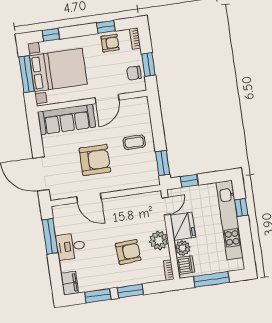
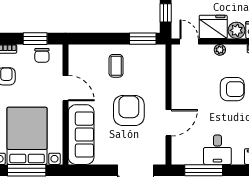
plant: (159, 240) -> (220, 50), width x0.53, depth x0.53
armchair: (128, 252) -> (232, 89), turned 94

